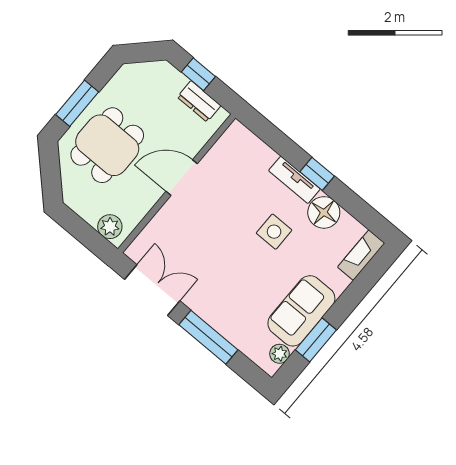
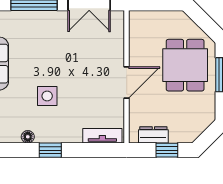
tv unit: (294, 180) -> (102, 136), moved
floor lamp: (324, 212) -> (28, 137), width x0.53, depth x0.53
plant: (110, 227) -> (144, 20), removed

